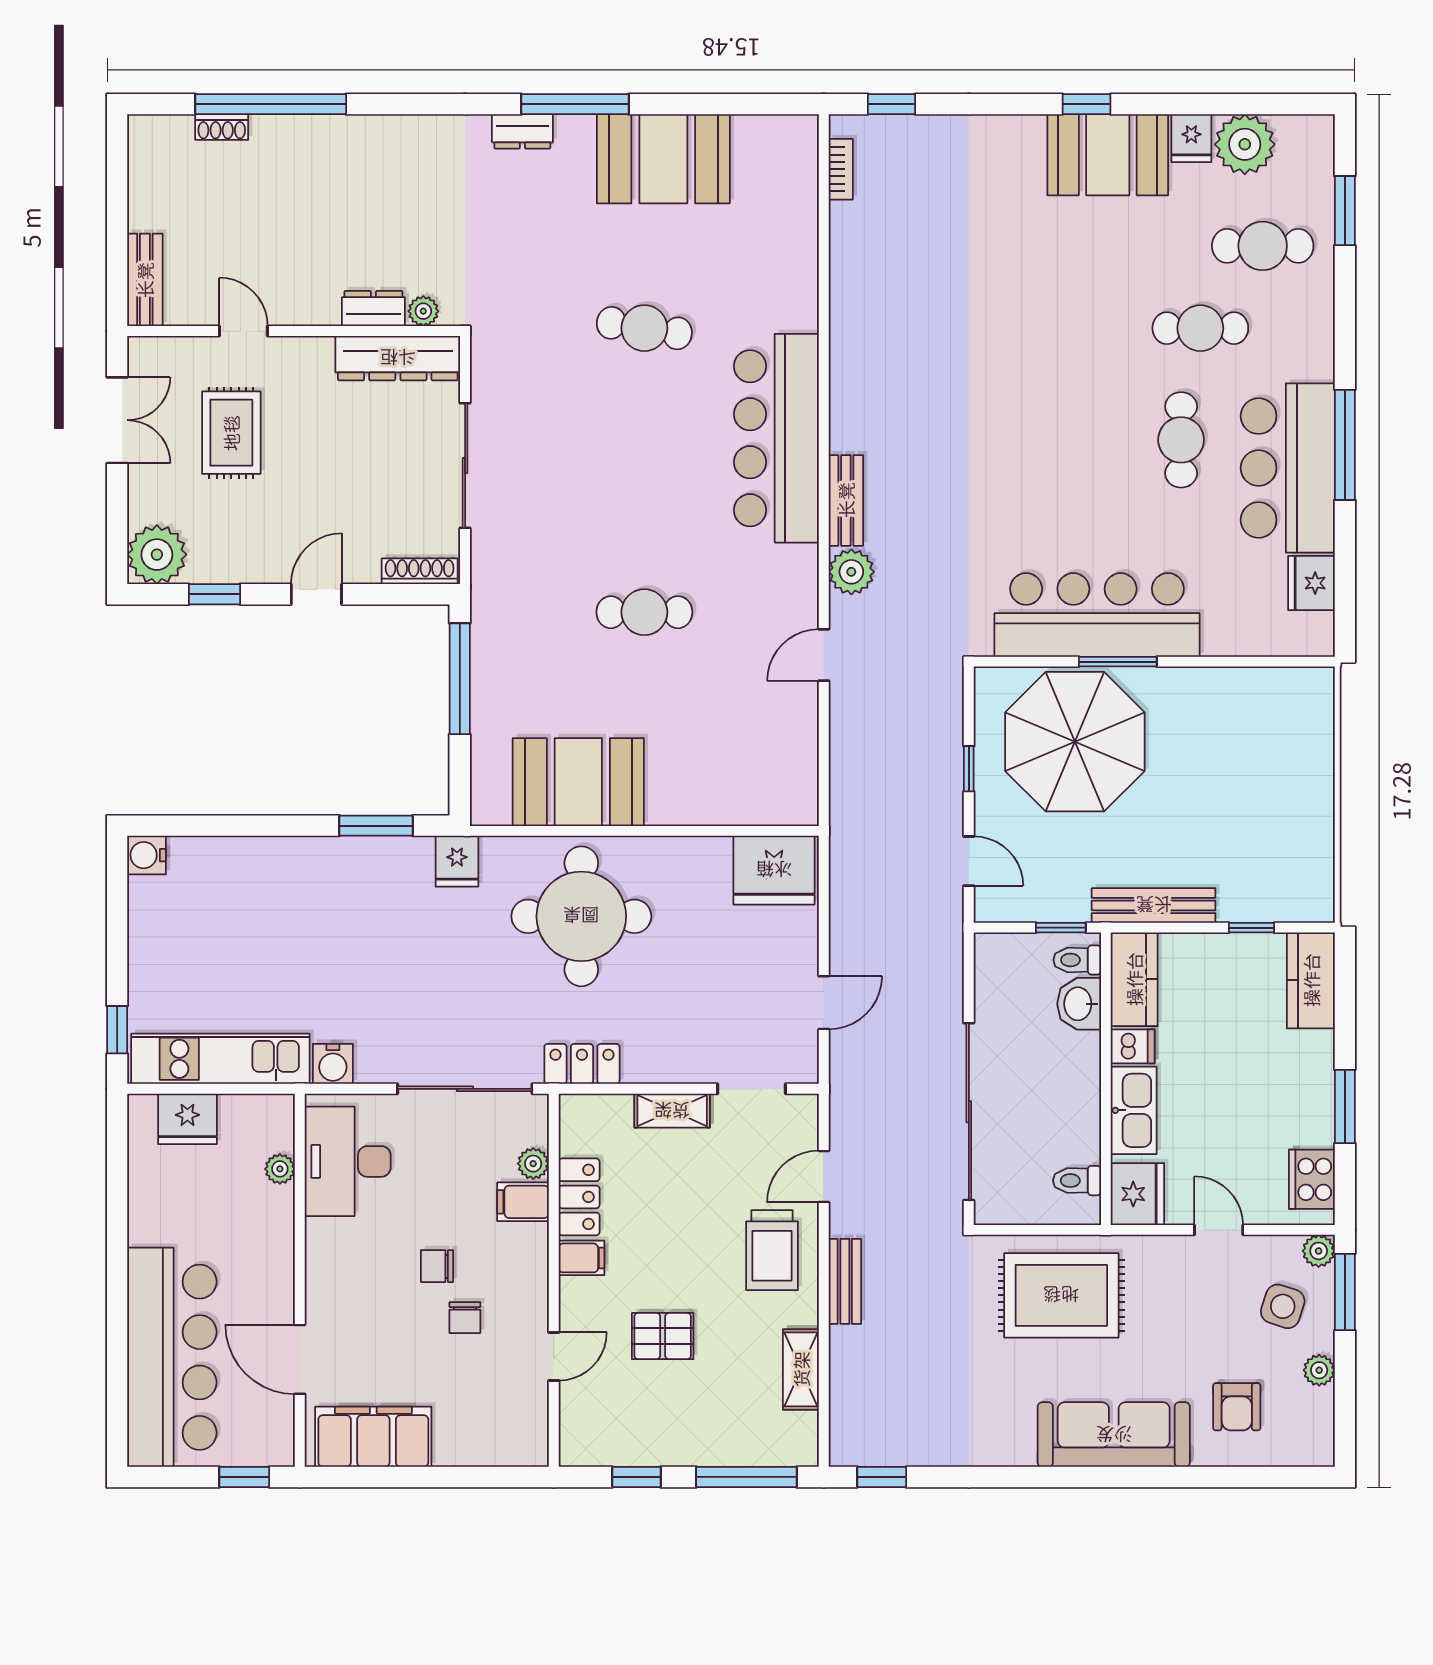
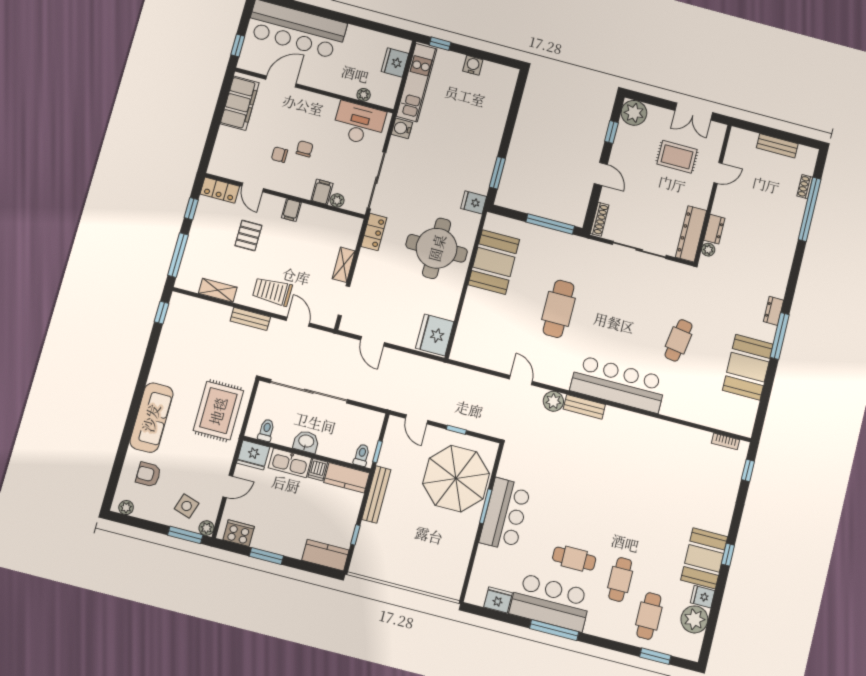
bench: (145, 280) -> (777, 146), moved
cafe table: (644, 612) -> (559, 309), width x1.37, depth x1.35
bar counter: (1097, 615) -> (505, 514), width x0.73
water cooler: (147, 855) -> (473, 65), moved
door: (969, 861) -> (417, 419), hinge flipped
washbasin: (1079, 1004) -> (306, 442), moved
locker: (579, 1197) -> (220, 190), moved
plant: (1319, 1370) -> (126, 508), moved

